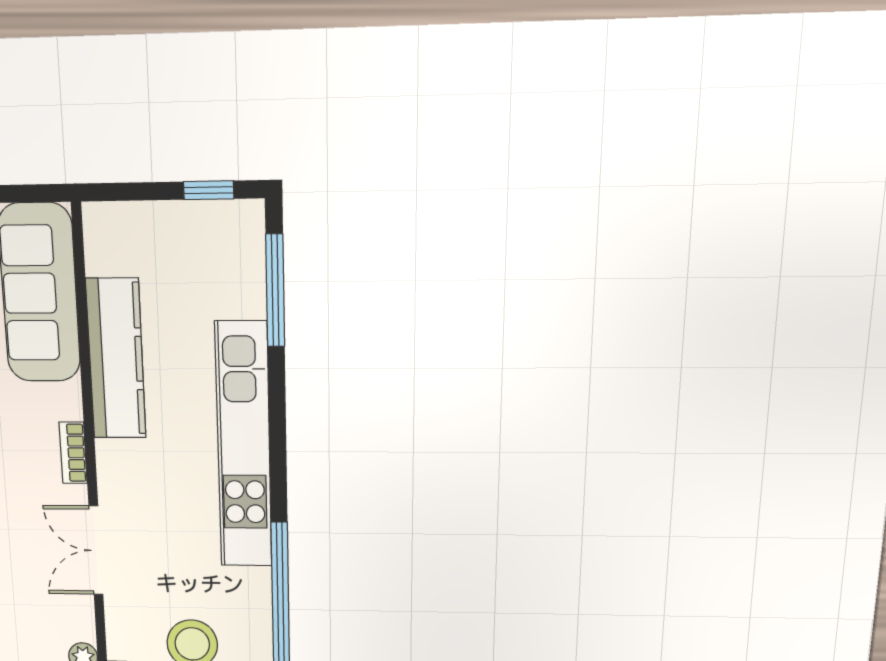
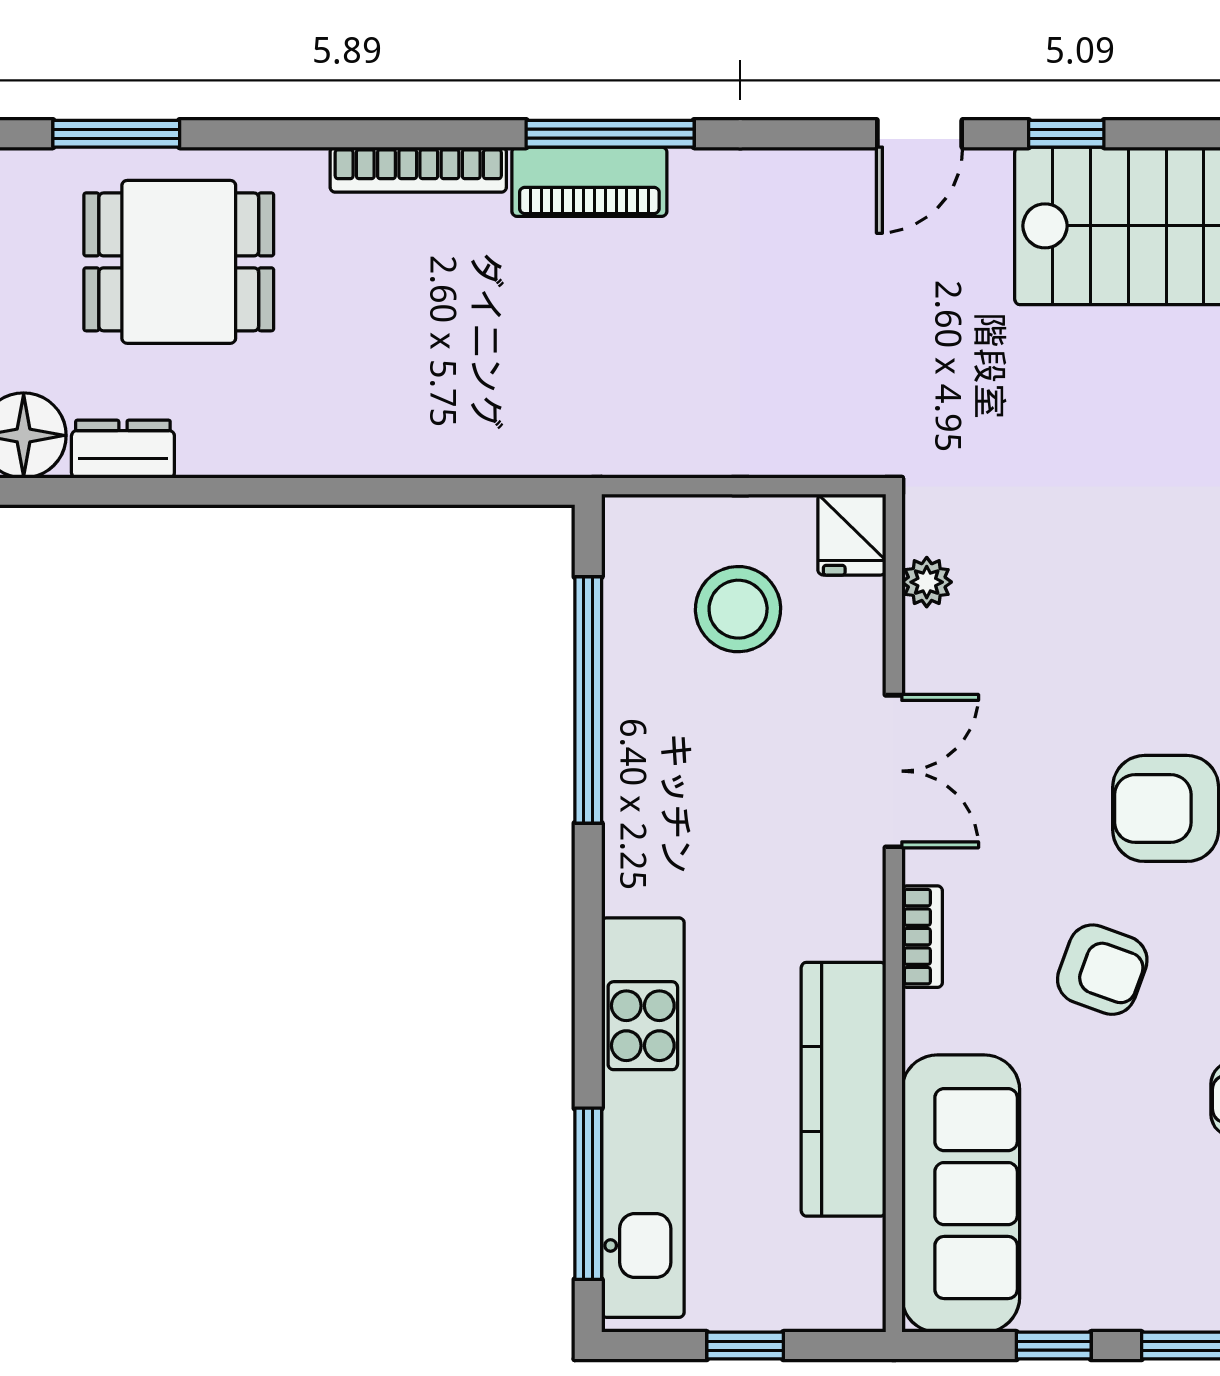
window: (209, 190) -> (745, 1346), moved
kitchen unit: (244, 446) -> (643, 1118), moved

